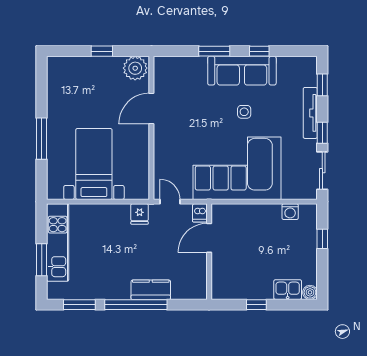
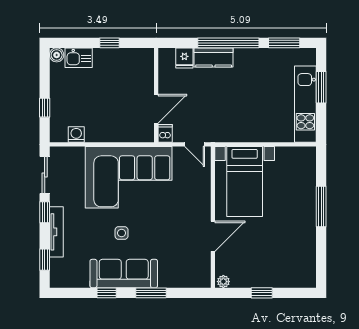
plant: (135, 68) -> (223, 282), width x0.53, depth x0.53
bed with nightstands: (94, 164) -> (245, 182), moved
fridge: (140, 214) -> (184, 58), moved, turned 180

